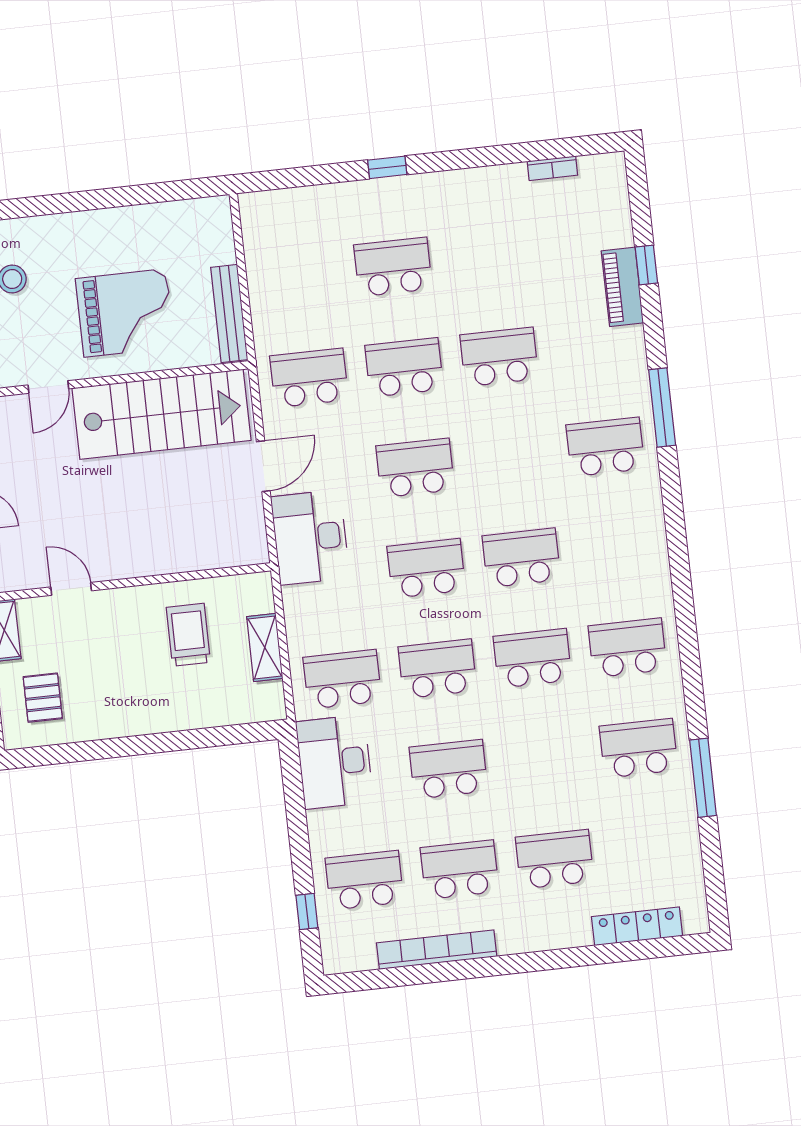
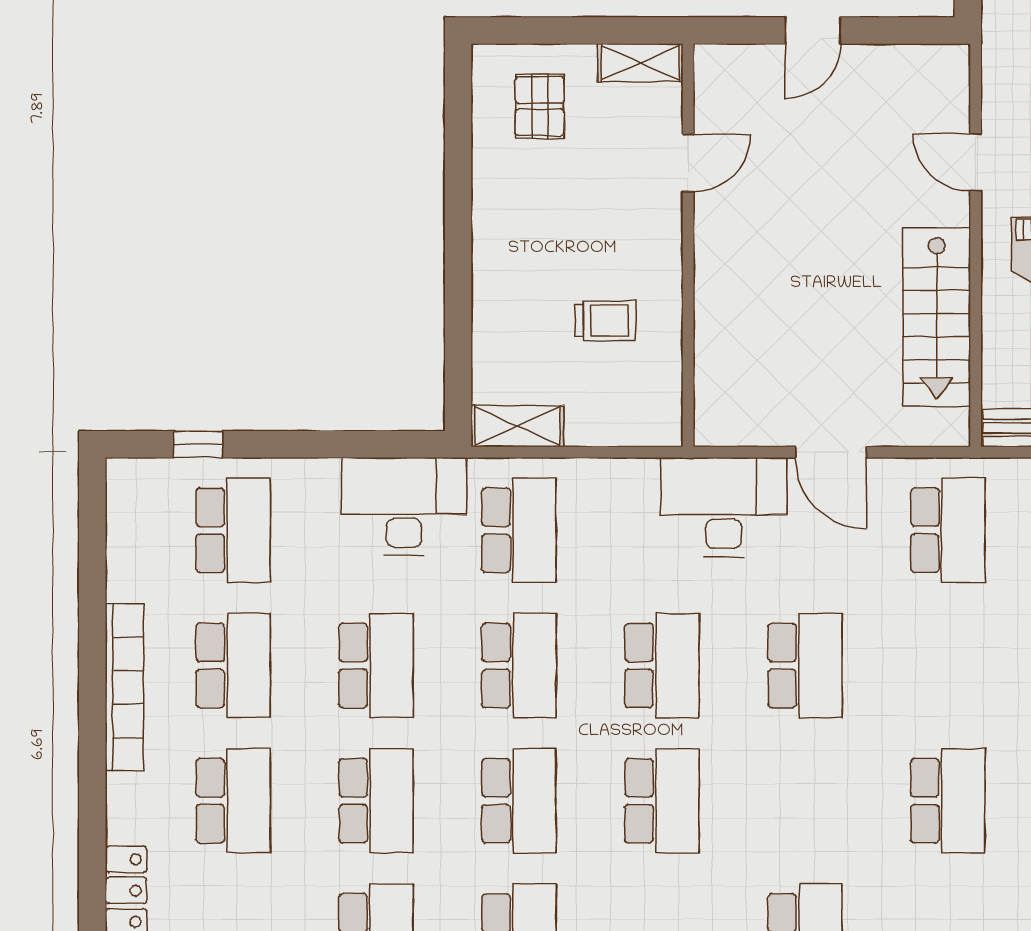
school desk: (404, 367) -> (376, 801), moved
stairs: (162, 414) -> (937, 317), width x0.73, depth x0.66
trolley: (188, 635) -> (605, 321), width x0.73, depth x0.72
shelving: (265, 647) -> (517, 426), moved
pallet: (43, 698) -> (540, 106), turned 90
bookcase: (437, 950) -> (124, 687), moved

